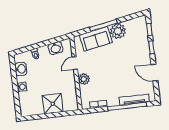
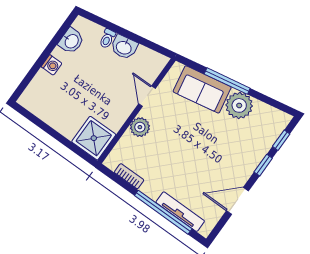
washbasin: (56, 48) -> (124, 47), moved
door: (75, 63) -> (147, 96), hinge flipped
door: (154, 73) -> (237, 201), hinge flipped
shower: (53, 104) -> (94, 138), moved

